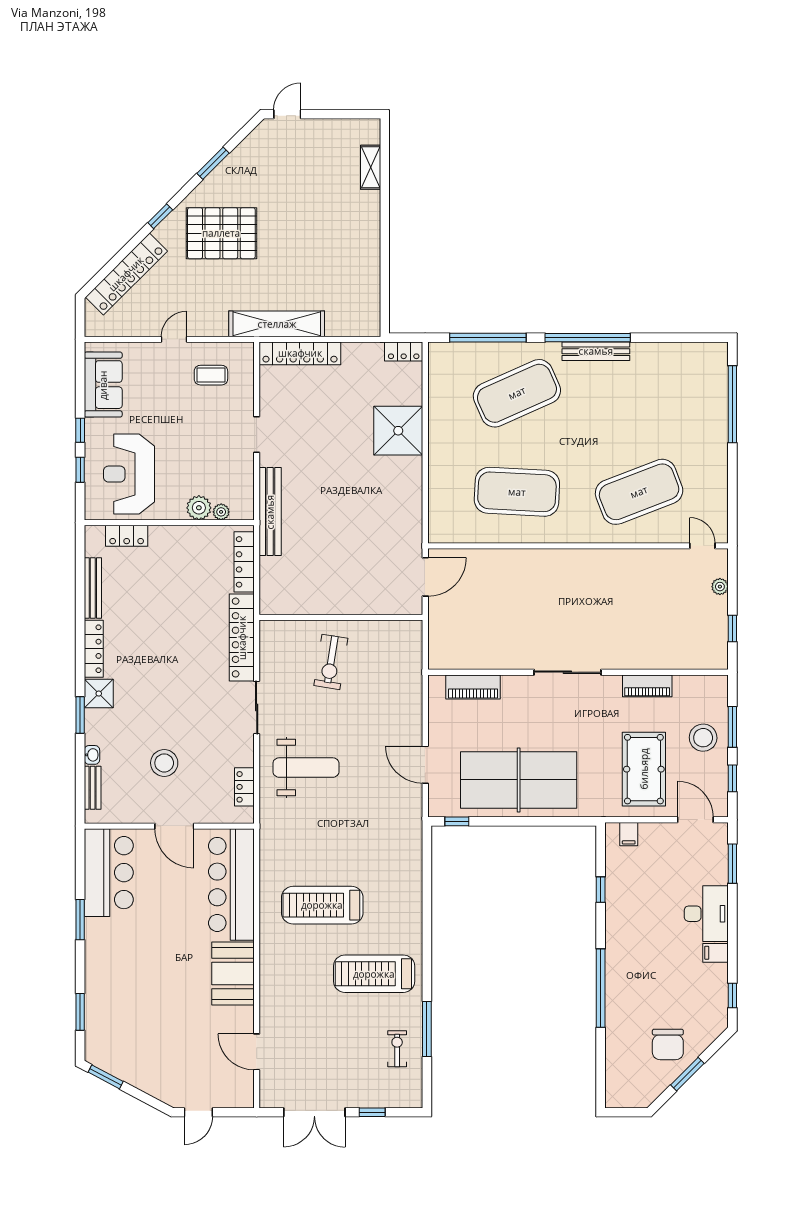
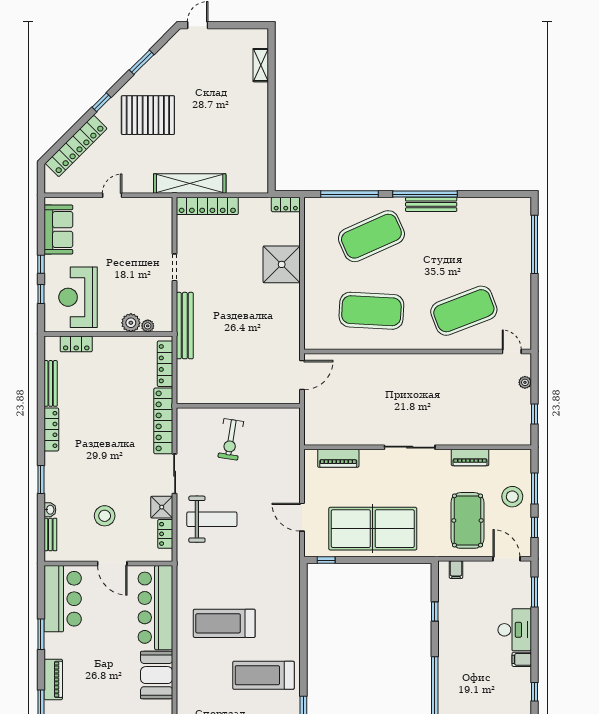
coffee table: (211, 375) -> (140, 222), removed
shower: (99, 694) -> (162, 507), moved
piano: (96, 979) -> (53, 679), added

